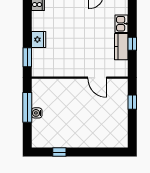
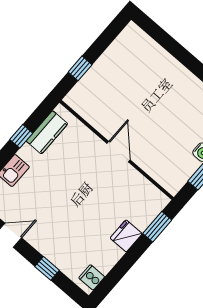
kitchen counter: (121, 47) -> (47, 132), moved
door: (97, 78) -> (119, 152), moved

